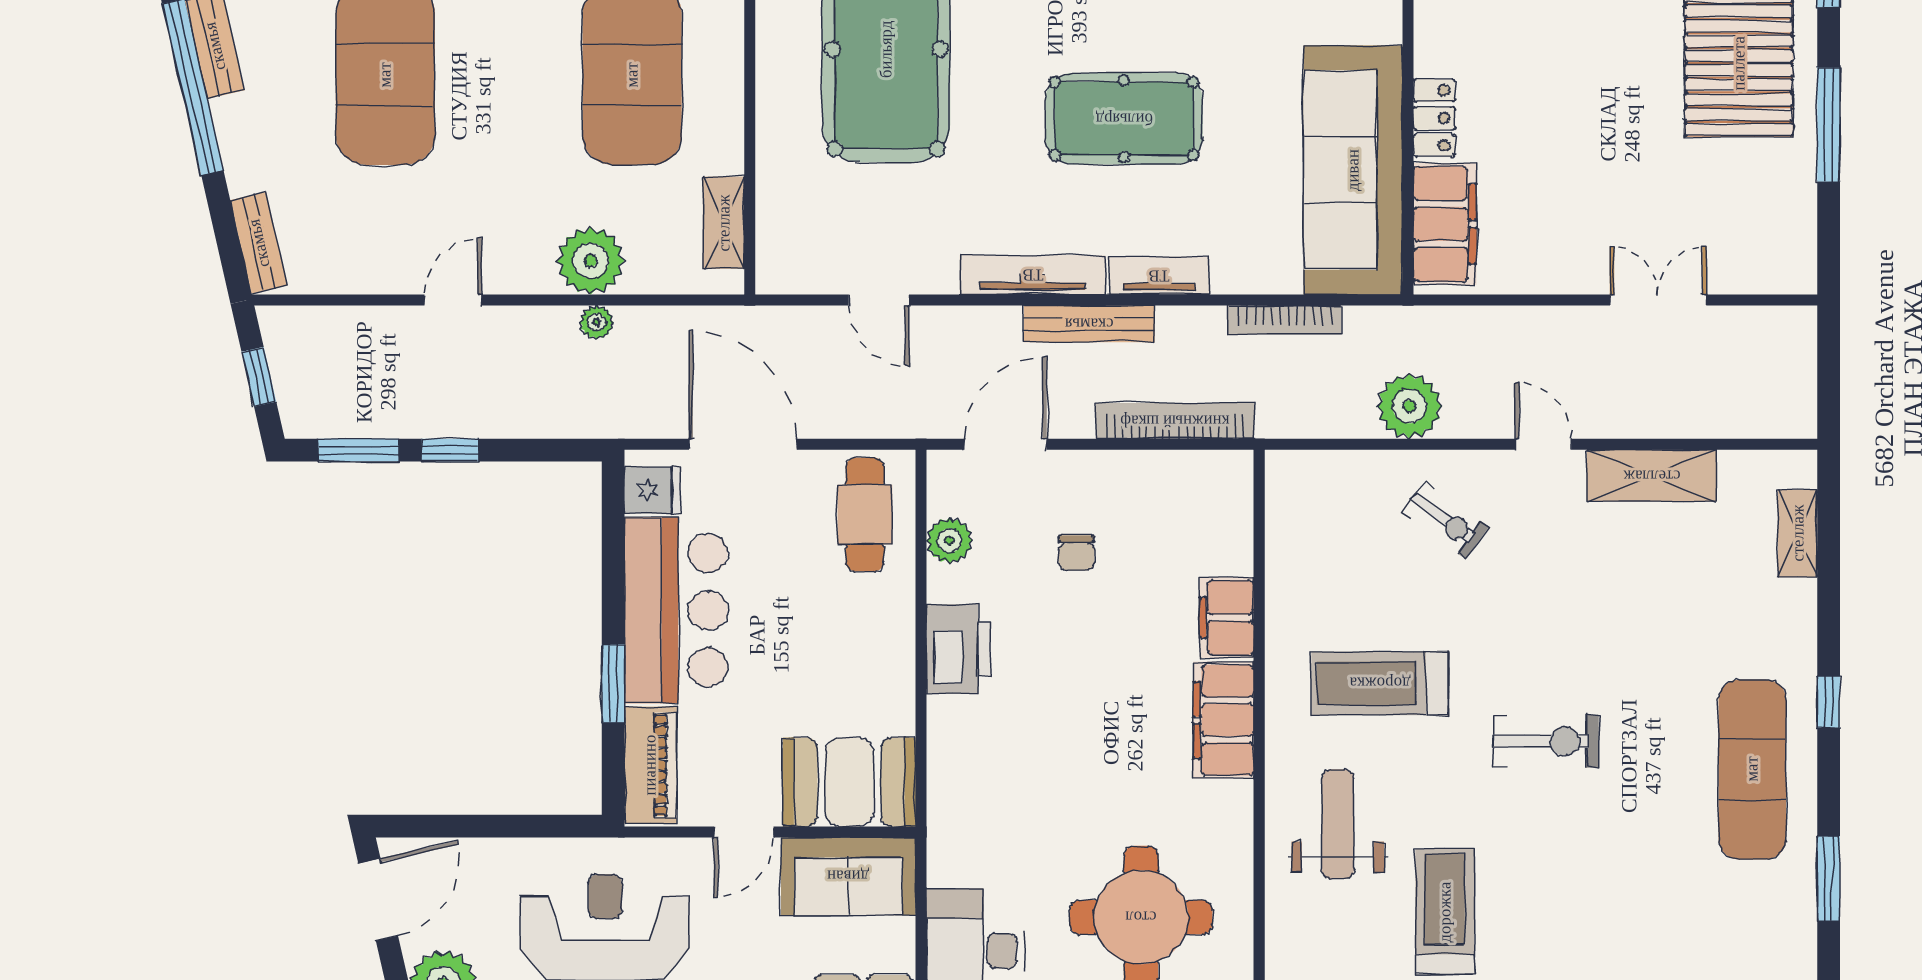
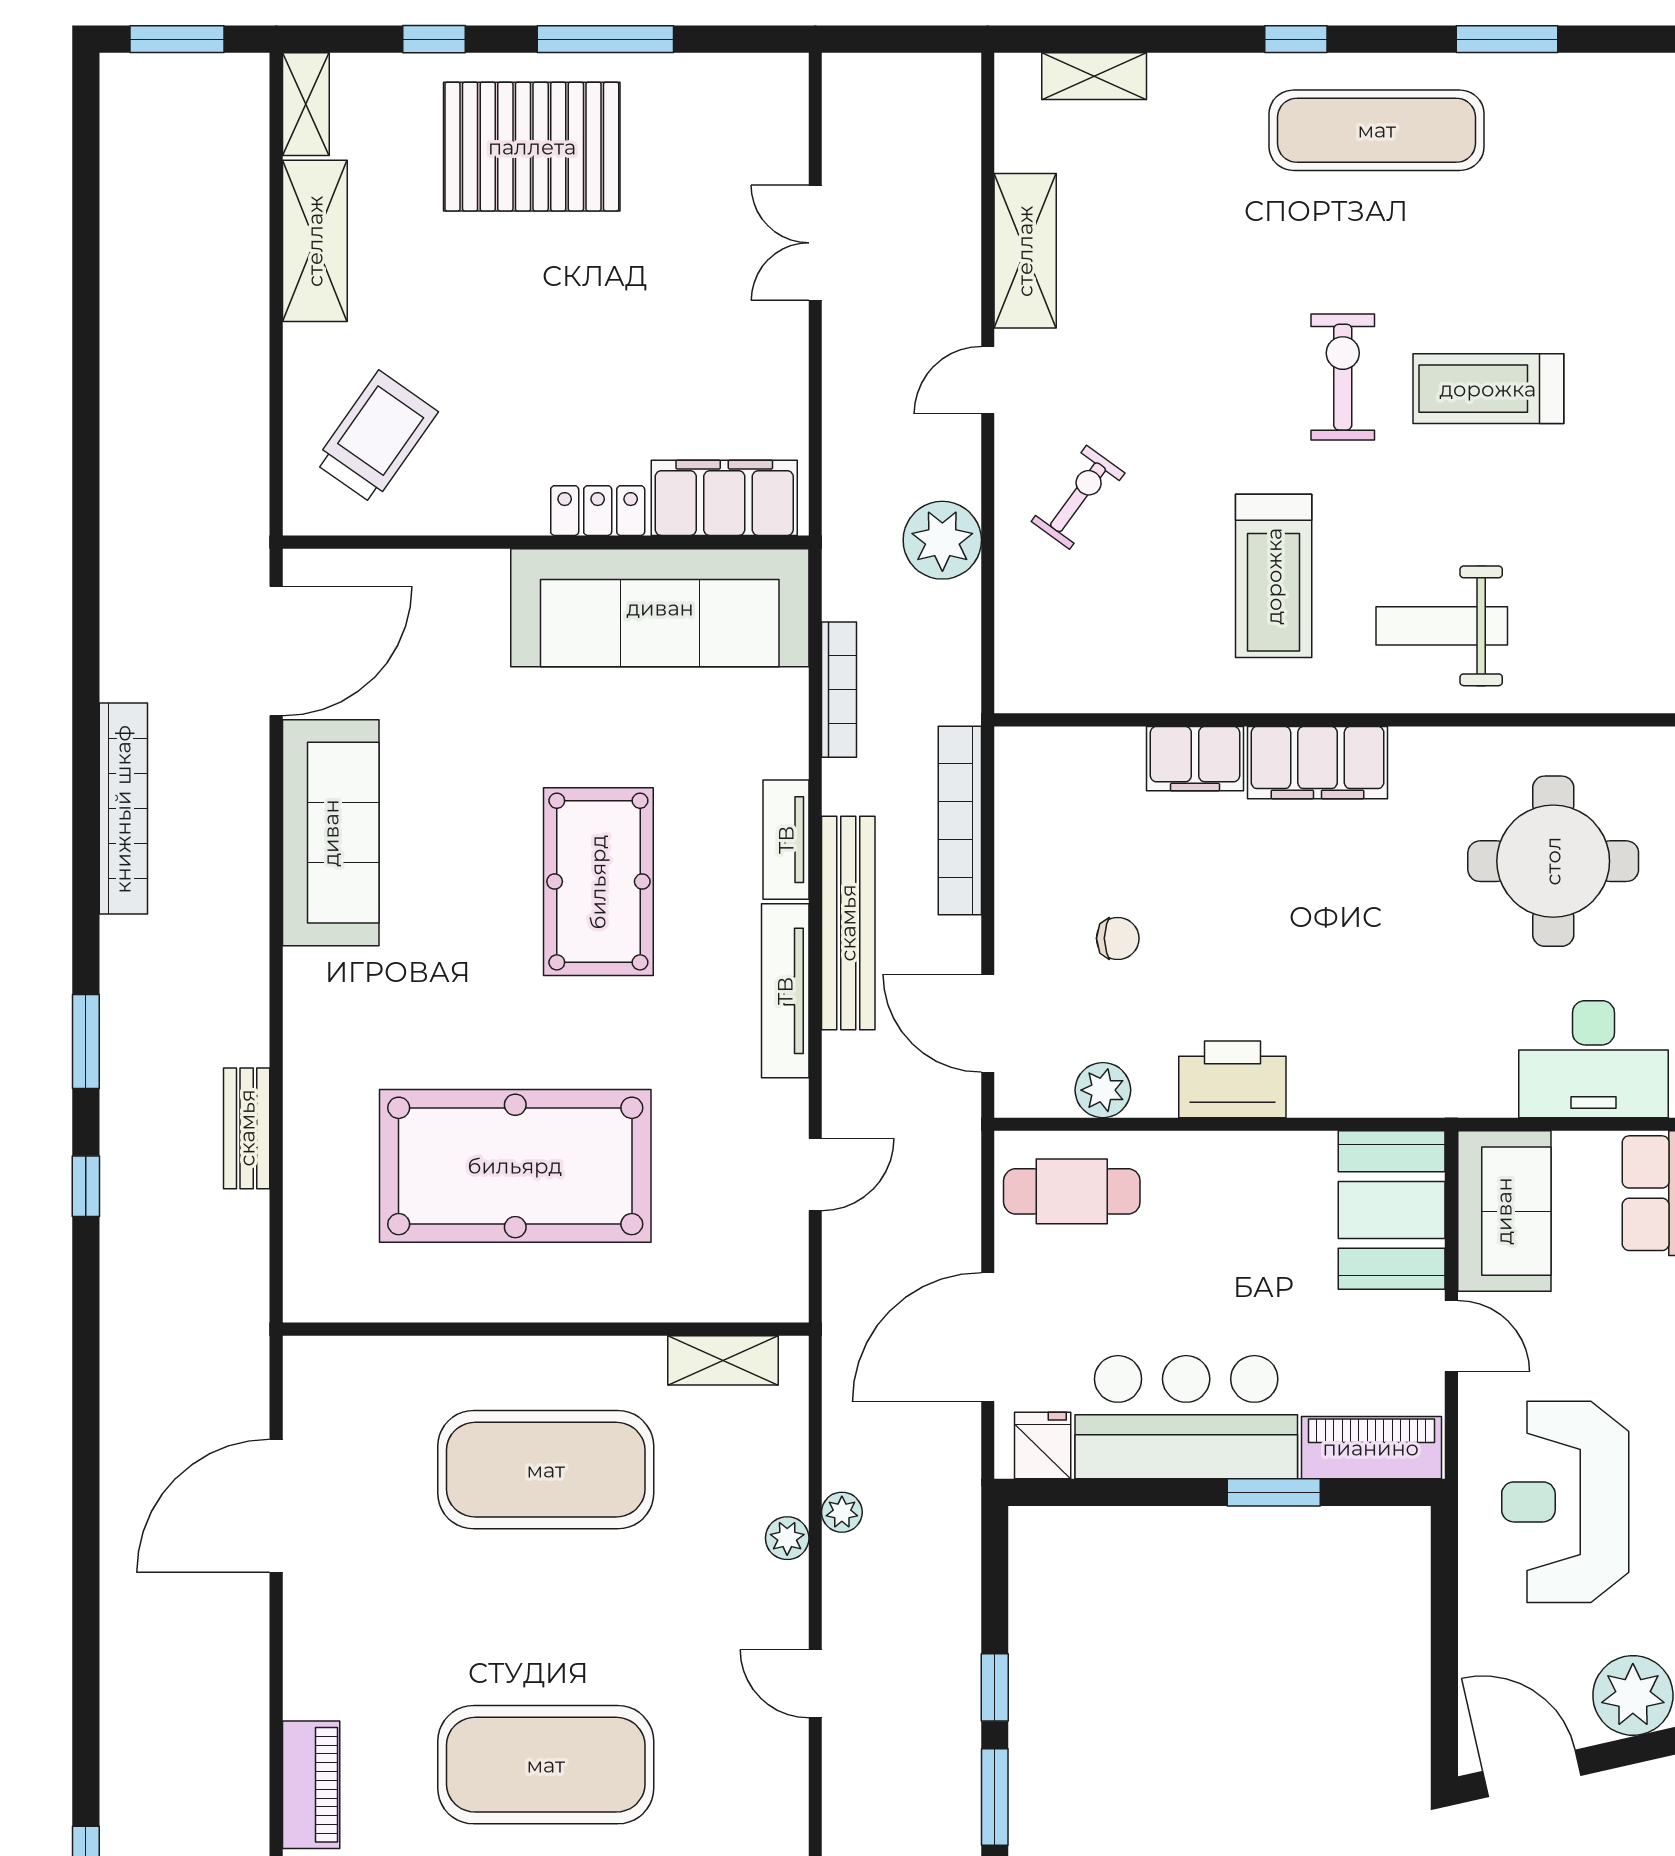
plant: (591, 261) -> (787, 1538), width x0.53, depth x0.53
bench: (1089, 324) -> (848, 923), width x1.37, depth x1.21
treadmill: (1445, 912) -> (1488, 389), moved

